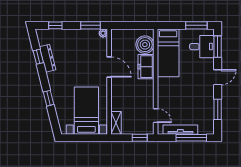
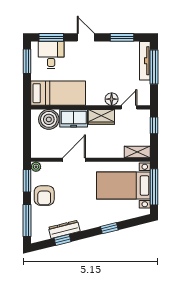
window: (55, 25) -> (27, 221), width x2.17
armchair: (77, 41) -> (44, 196), added
wardrobe: (147, 91) -> (101, 117), added
floor lamp: (163, 100) -> (112, 99), added
tv unit: (180, 130) -> (145, 61), moved
window: (85, 138) -> (154, 187), added

